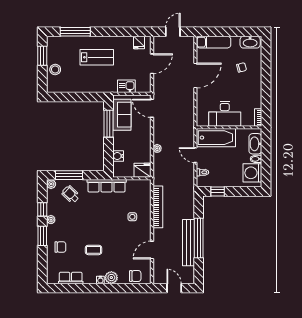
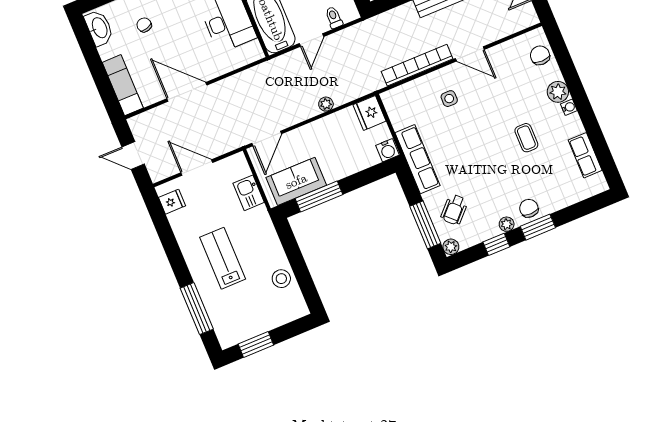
stool: (55, 70) -> (281, 279), moved
water cooler: (118, 156) -> (388, 150), moved
chair: (60, 247) -> (529, 208), moved
door: (152, 250) -> (470, 54), moved

